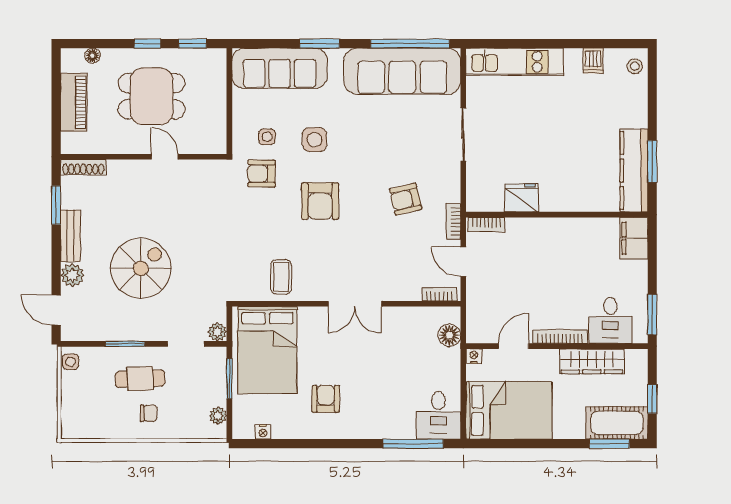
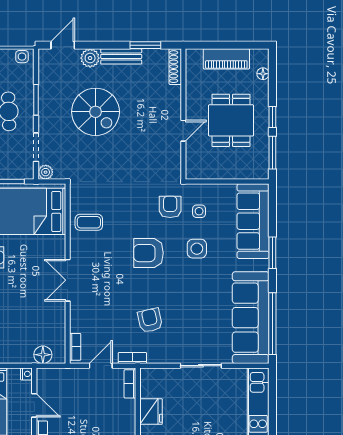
window: (193, 44) -> (272, 153), width x1.50

